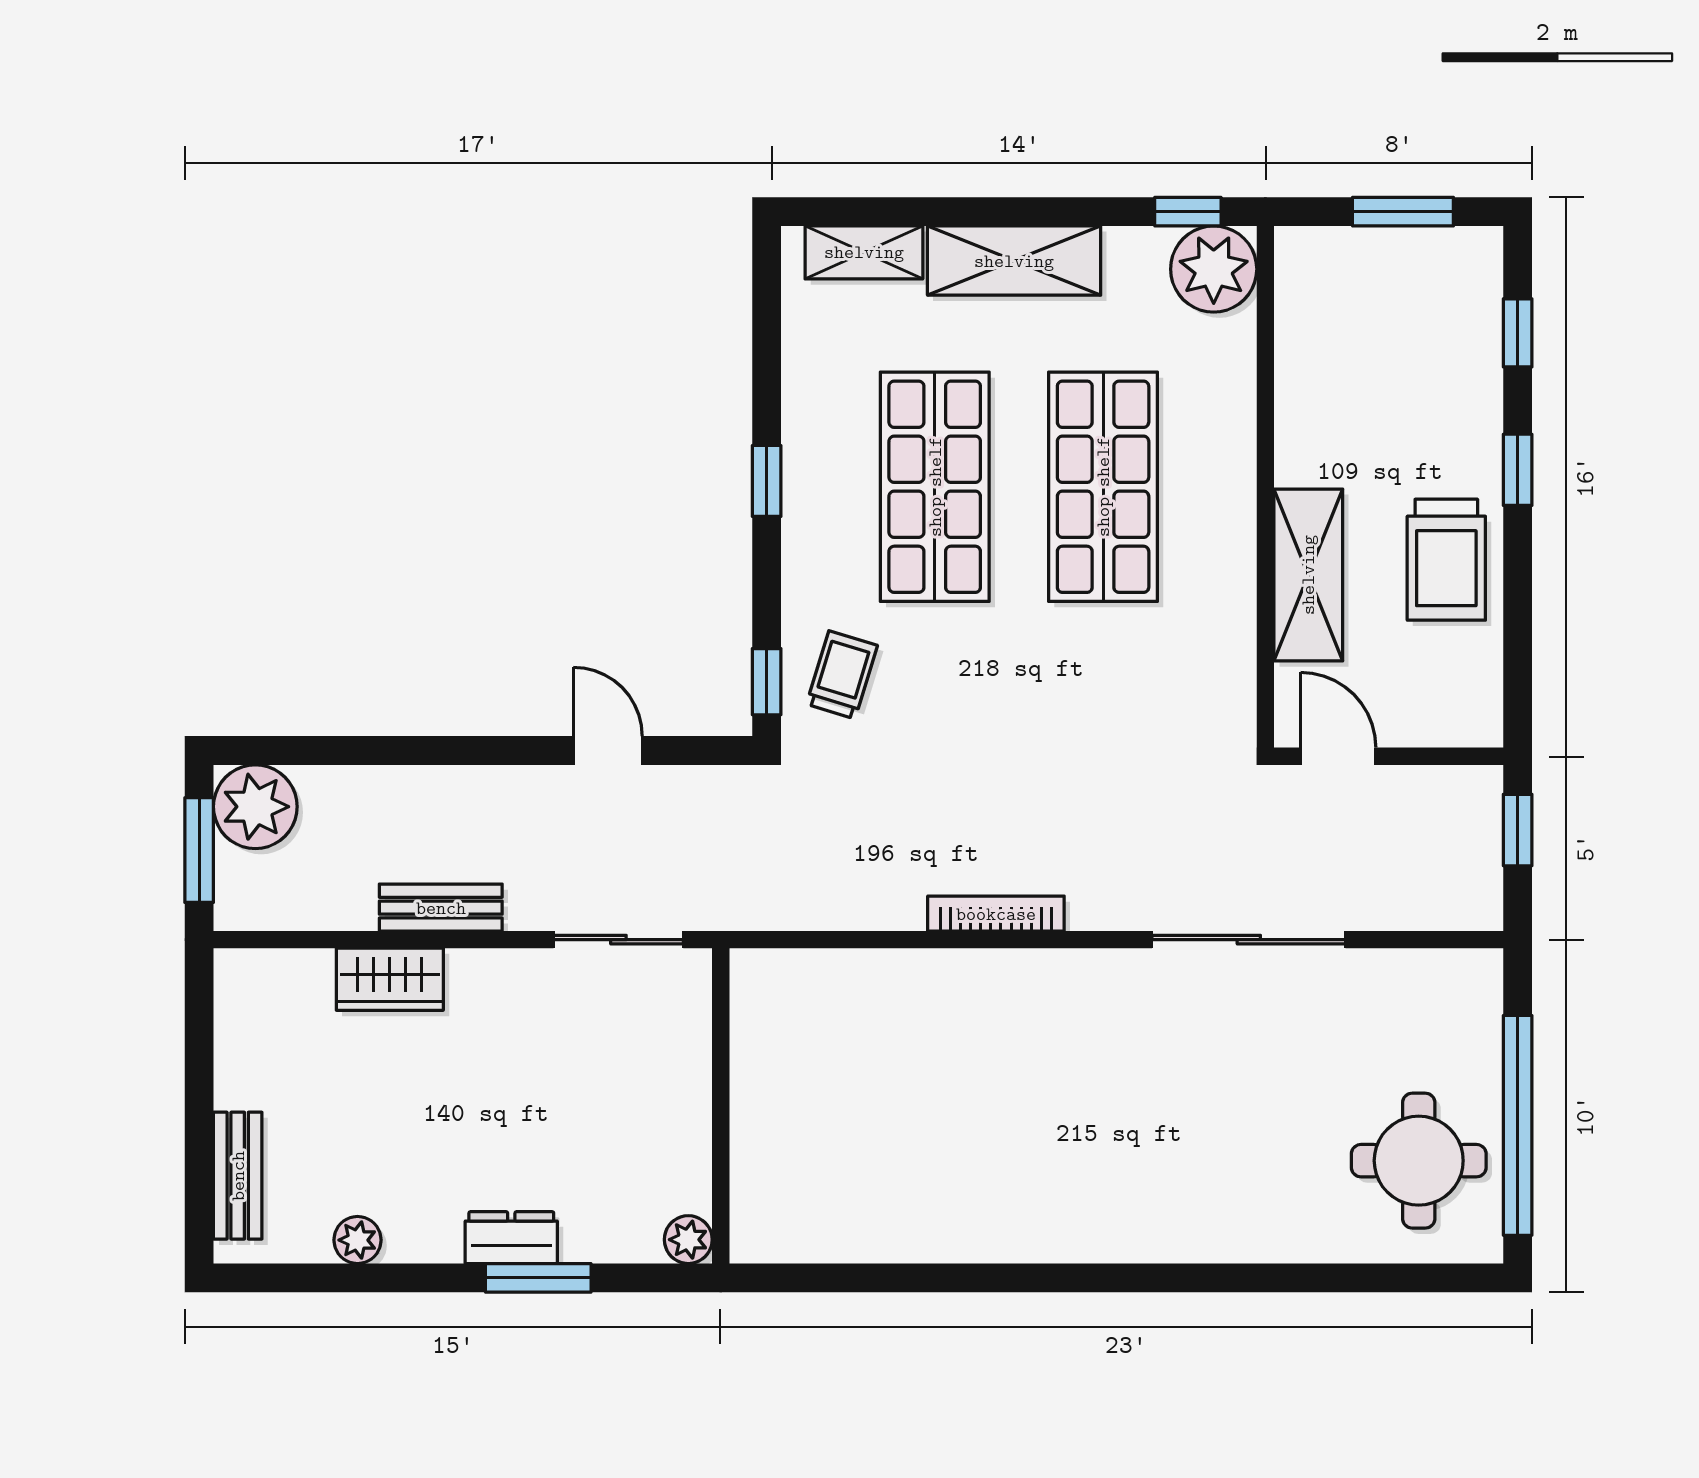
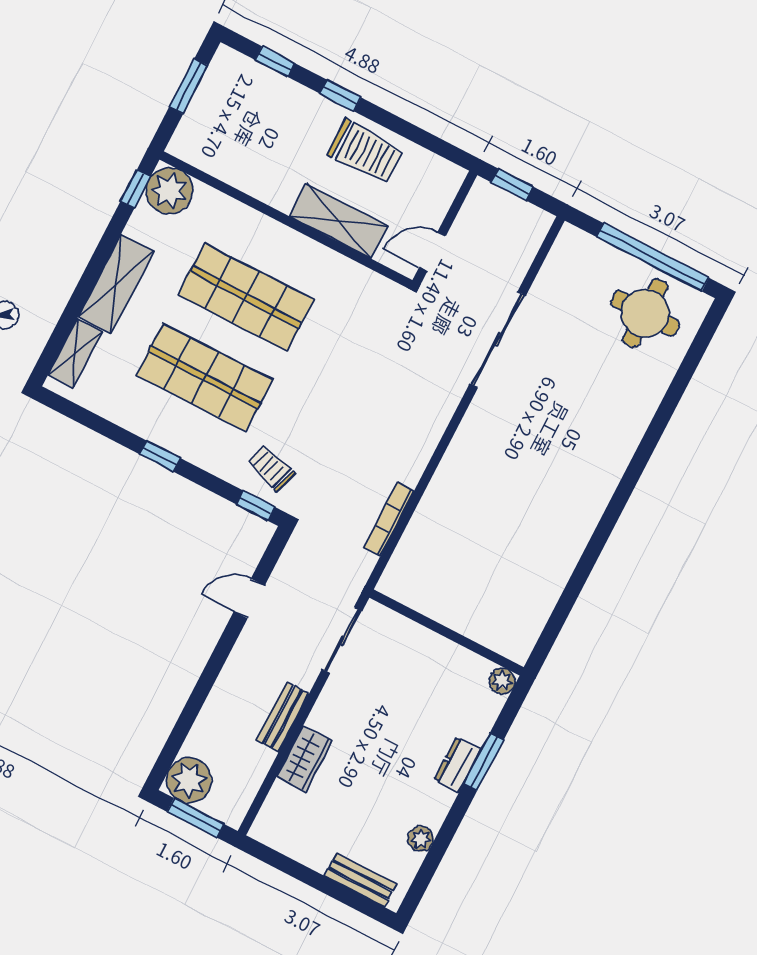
bookcase: (996, 914) -> (389, 519), moved

